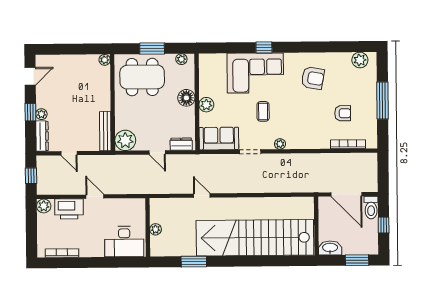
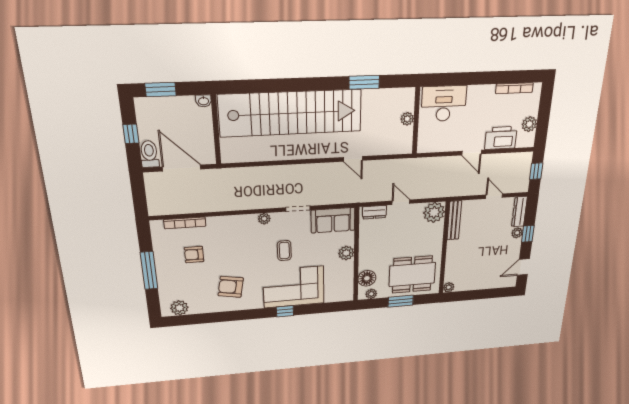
floor lamp: (186, 98) -> (367, 278), moved
plant: (44, 206) -> (529, 124), moved
washbasin: (330, 248) -> (204, 101), width x0.52, depth x0.69

